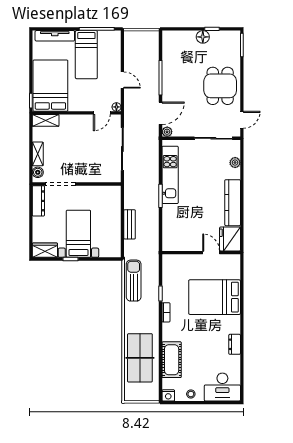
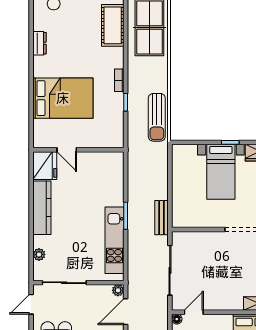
bench: (130, 224) -> (162, 218), moved

